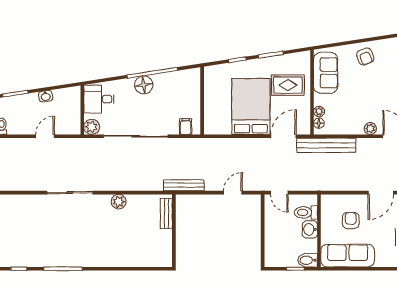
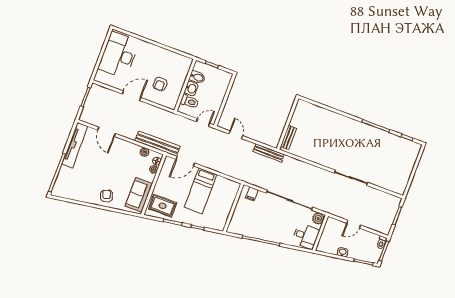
floor lamp: (144, 85) -> (270, 234), removed
rug: (288, 85) -> (163, 206), moved
bed: (251, 106) -> (200, 191), width x0.67
plant: (370, 129) -> (144, 152), moved
door: (233, 193) -> (236, 135), swing flipped
door: (279, 193) -> (203, 123), hinge flipped
plant: (119, 202) -> (319, 159), removed
sofa: (348, 256) -> (172, 60), removed
bidet: (308, 260) -> (197, 77), moved

